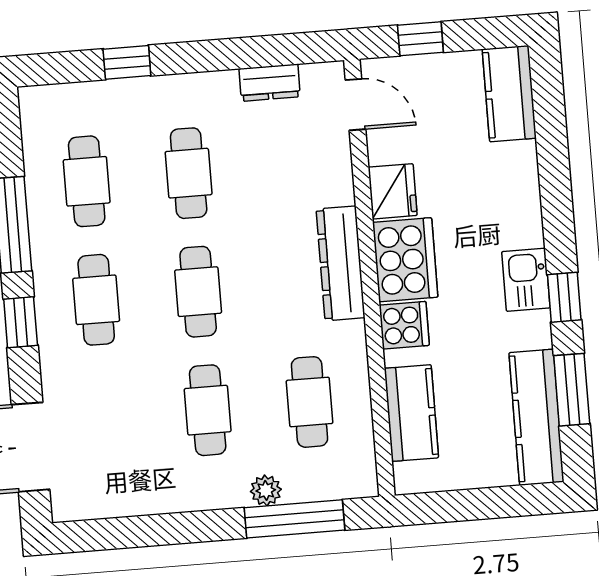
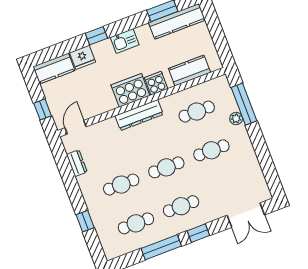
fridge: (393, 191) -> (83, 57), moved, turned 180
window: (564, 297) -> (96, 36), moved

